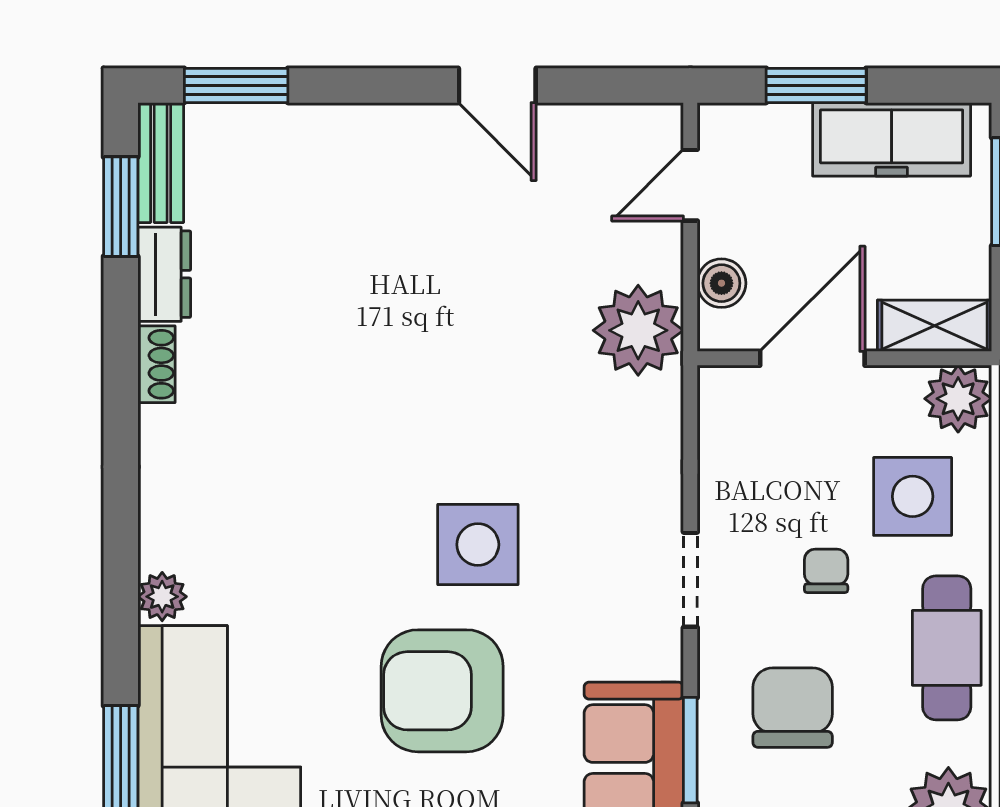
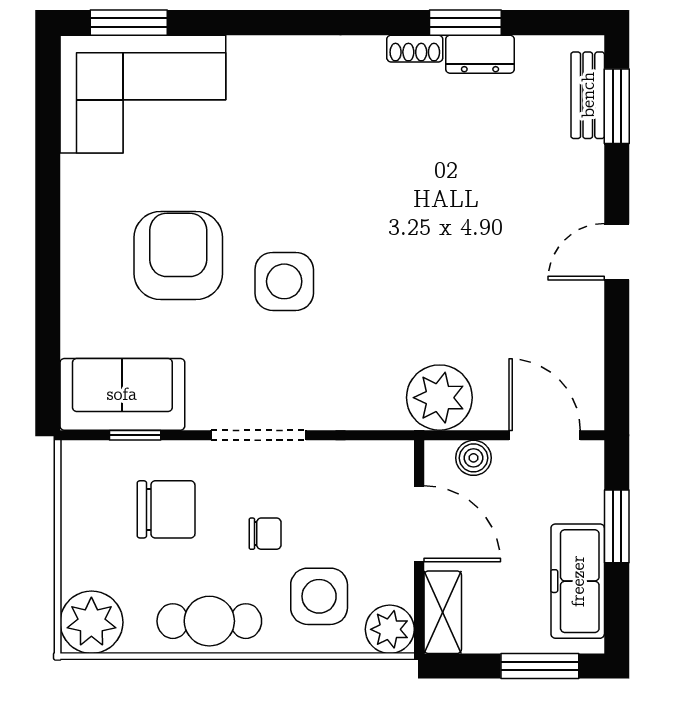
door: (497, 85) -> (617, 252), moved
bench: (161, 163) -> (588, 95), moved, turned 90
door: (690, 185) -> (545, 435), width x1.38
window: (121, 207) -> (465, 23), moved
doorway: (690, 580) -> (259, 435), width x1.38
plant: (162, 597) -> (246, 53), removed
window: (690, 750) -> (135, 435), width x0.67

